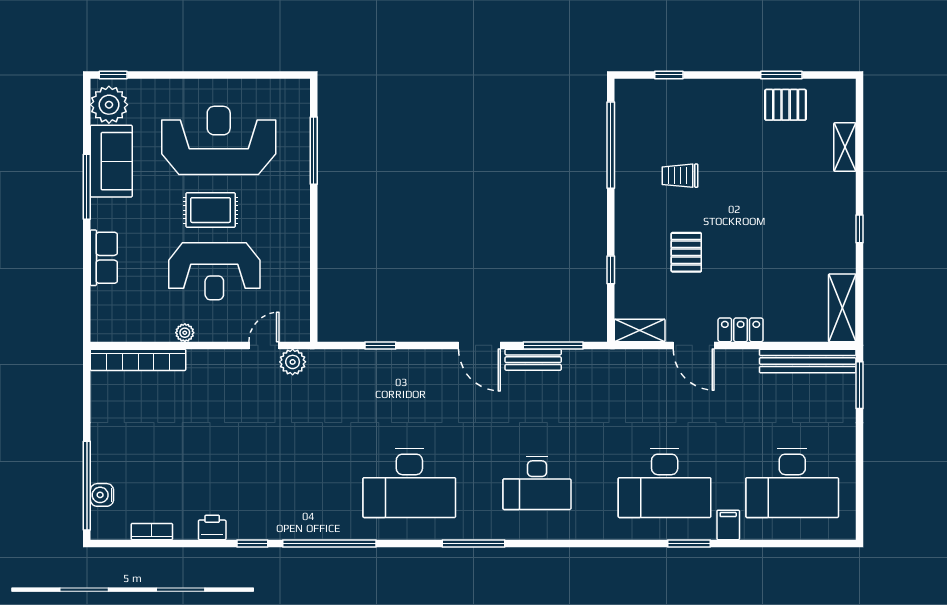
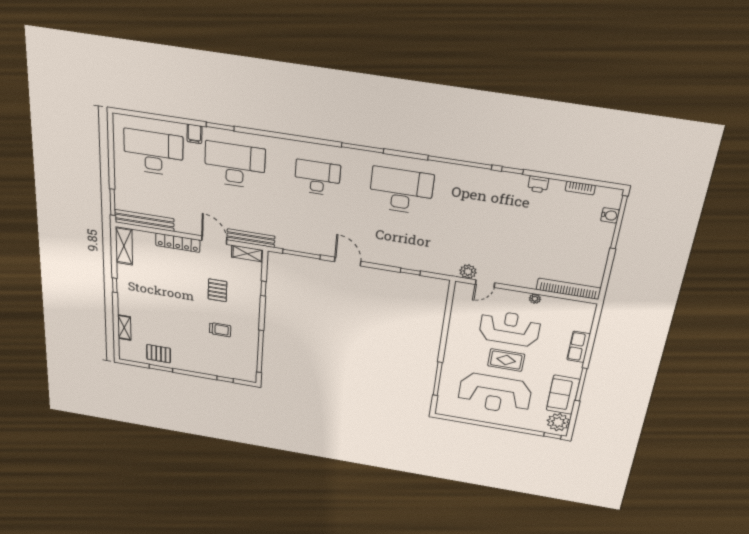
locker: (741, 330) -> (178, 243), width x1.53
bench: (533, 360) -> (251, 238), moved, width x1.36

